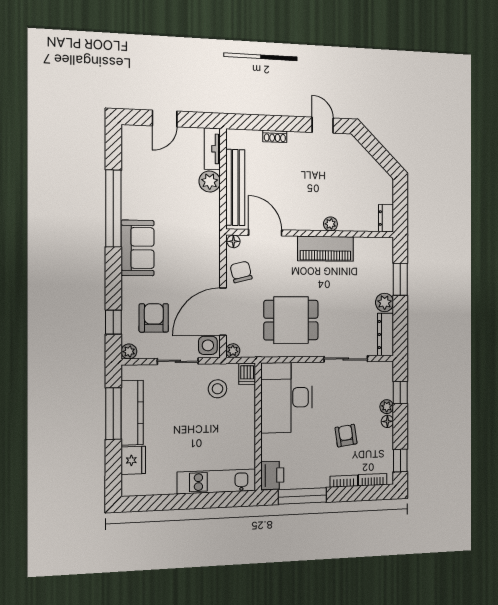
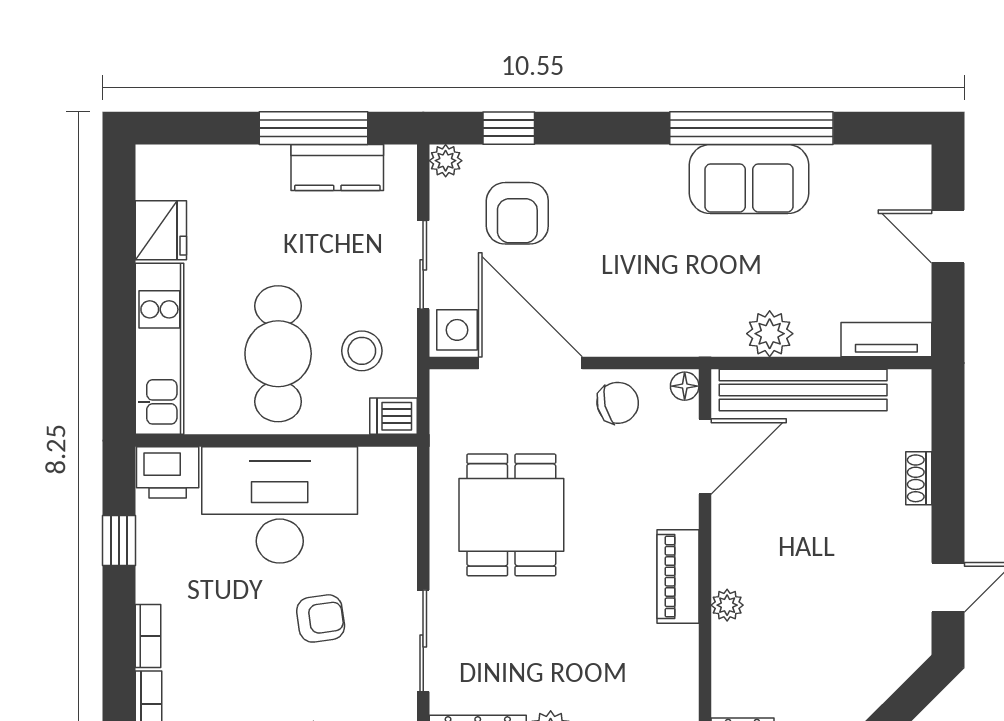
plant: (210, 182) -> (770, 334), moved
sofa: (138, 248) -> (749, 179), moved
piano: (325, 249) -> (678, 577), width x0.73, depth x0.75
armchair: (154, 318) -> (517, 213), turned 90
plant: (233, 351) -> (445, 385), removed
desk: (287, 398) -> (280, 505), moved
kitchen counter: (132, 413) -> (337, 168), width x0.67
cafe table: (219, 427) -> (278, 354), added
armchair: (346, 436) -> (321, 618), moved
fridge: (133, 460) -> (161, 230), moved, turned -90
window: (302, 496) -> (119, 541), width x0.46

